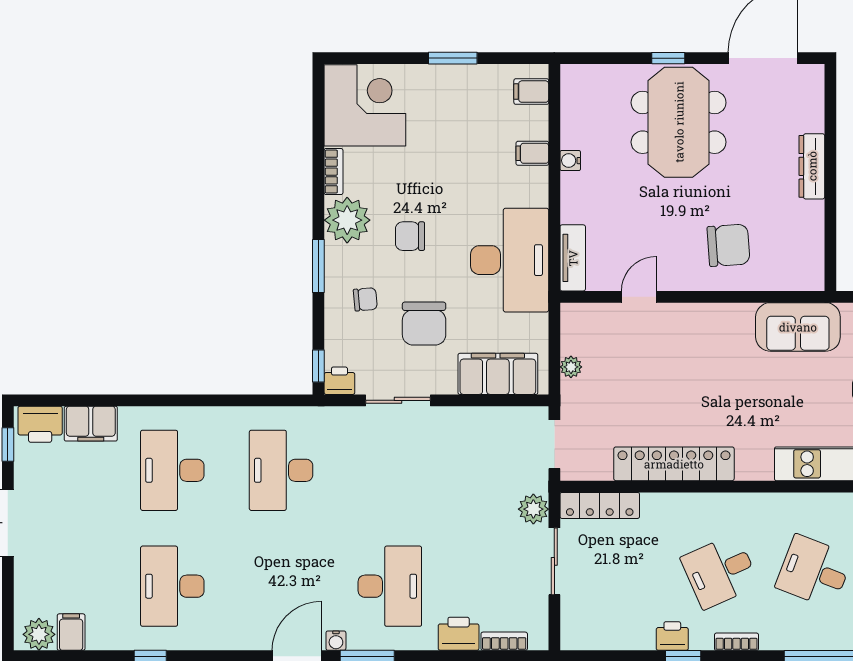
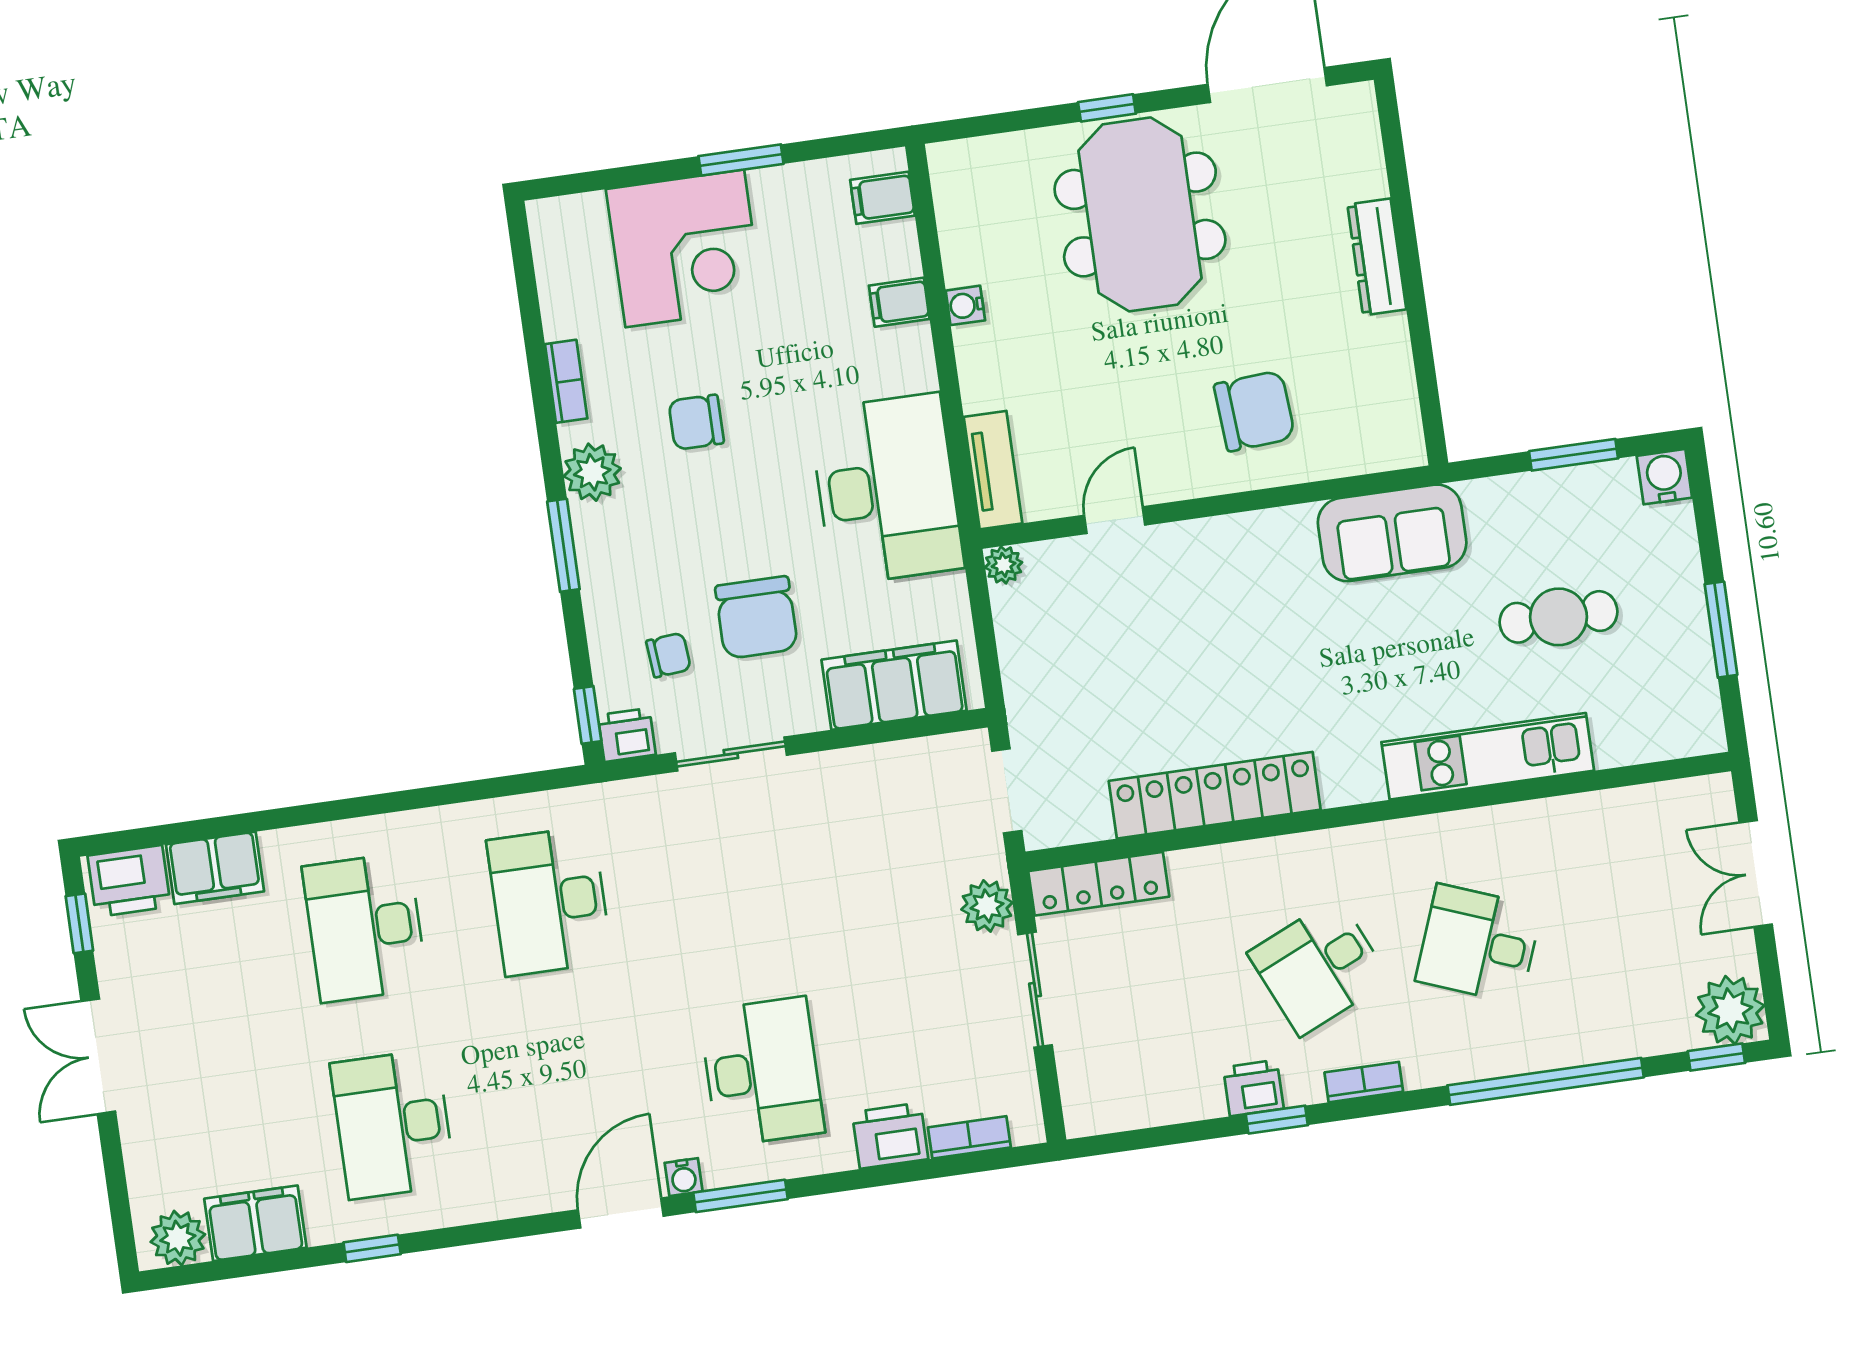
corner desk: (365, 105) -> (685, 248), moved, turned 90
plant: (347, 220) -> (592, 472), width x0.73, depth x0.73
chair: (410, 236) -> (696, 422), moved
chair: (365, 299) -> (669, 655), moved
plant: (571, 367) -> (1004, 565), moved
filing cabinet: (71, 632) -> (255, 1223), width x2.00

